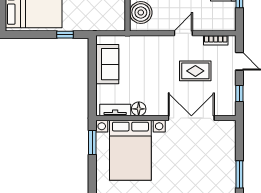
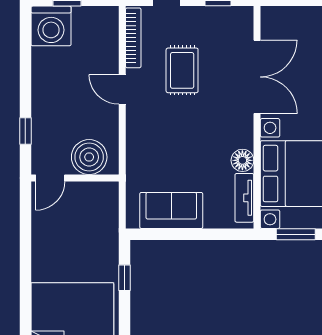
bookcase: (216, 40) -> (133, 38), width x1.56
double door: (191, 118) -> (257, 77), swing flipped

